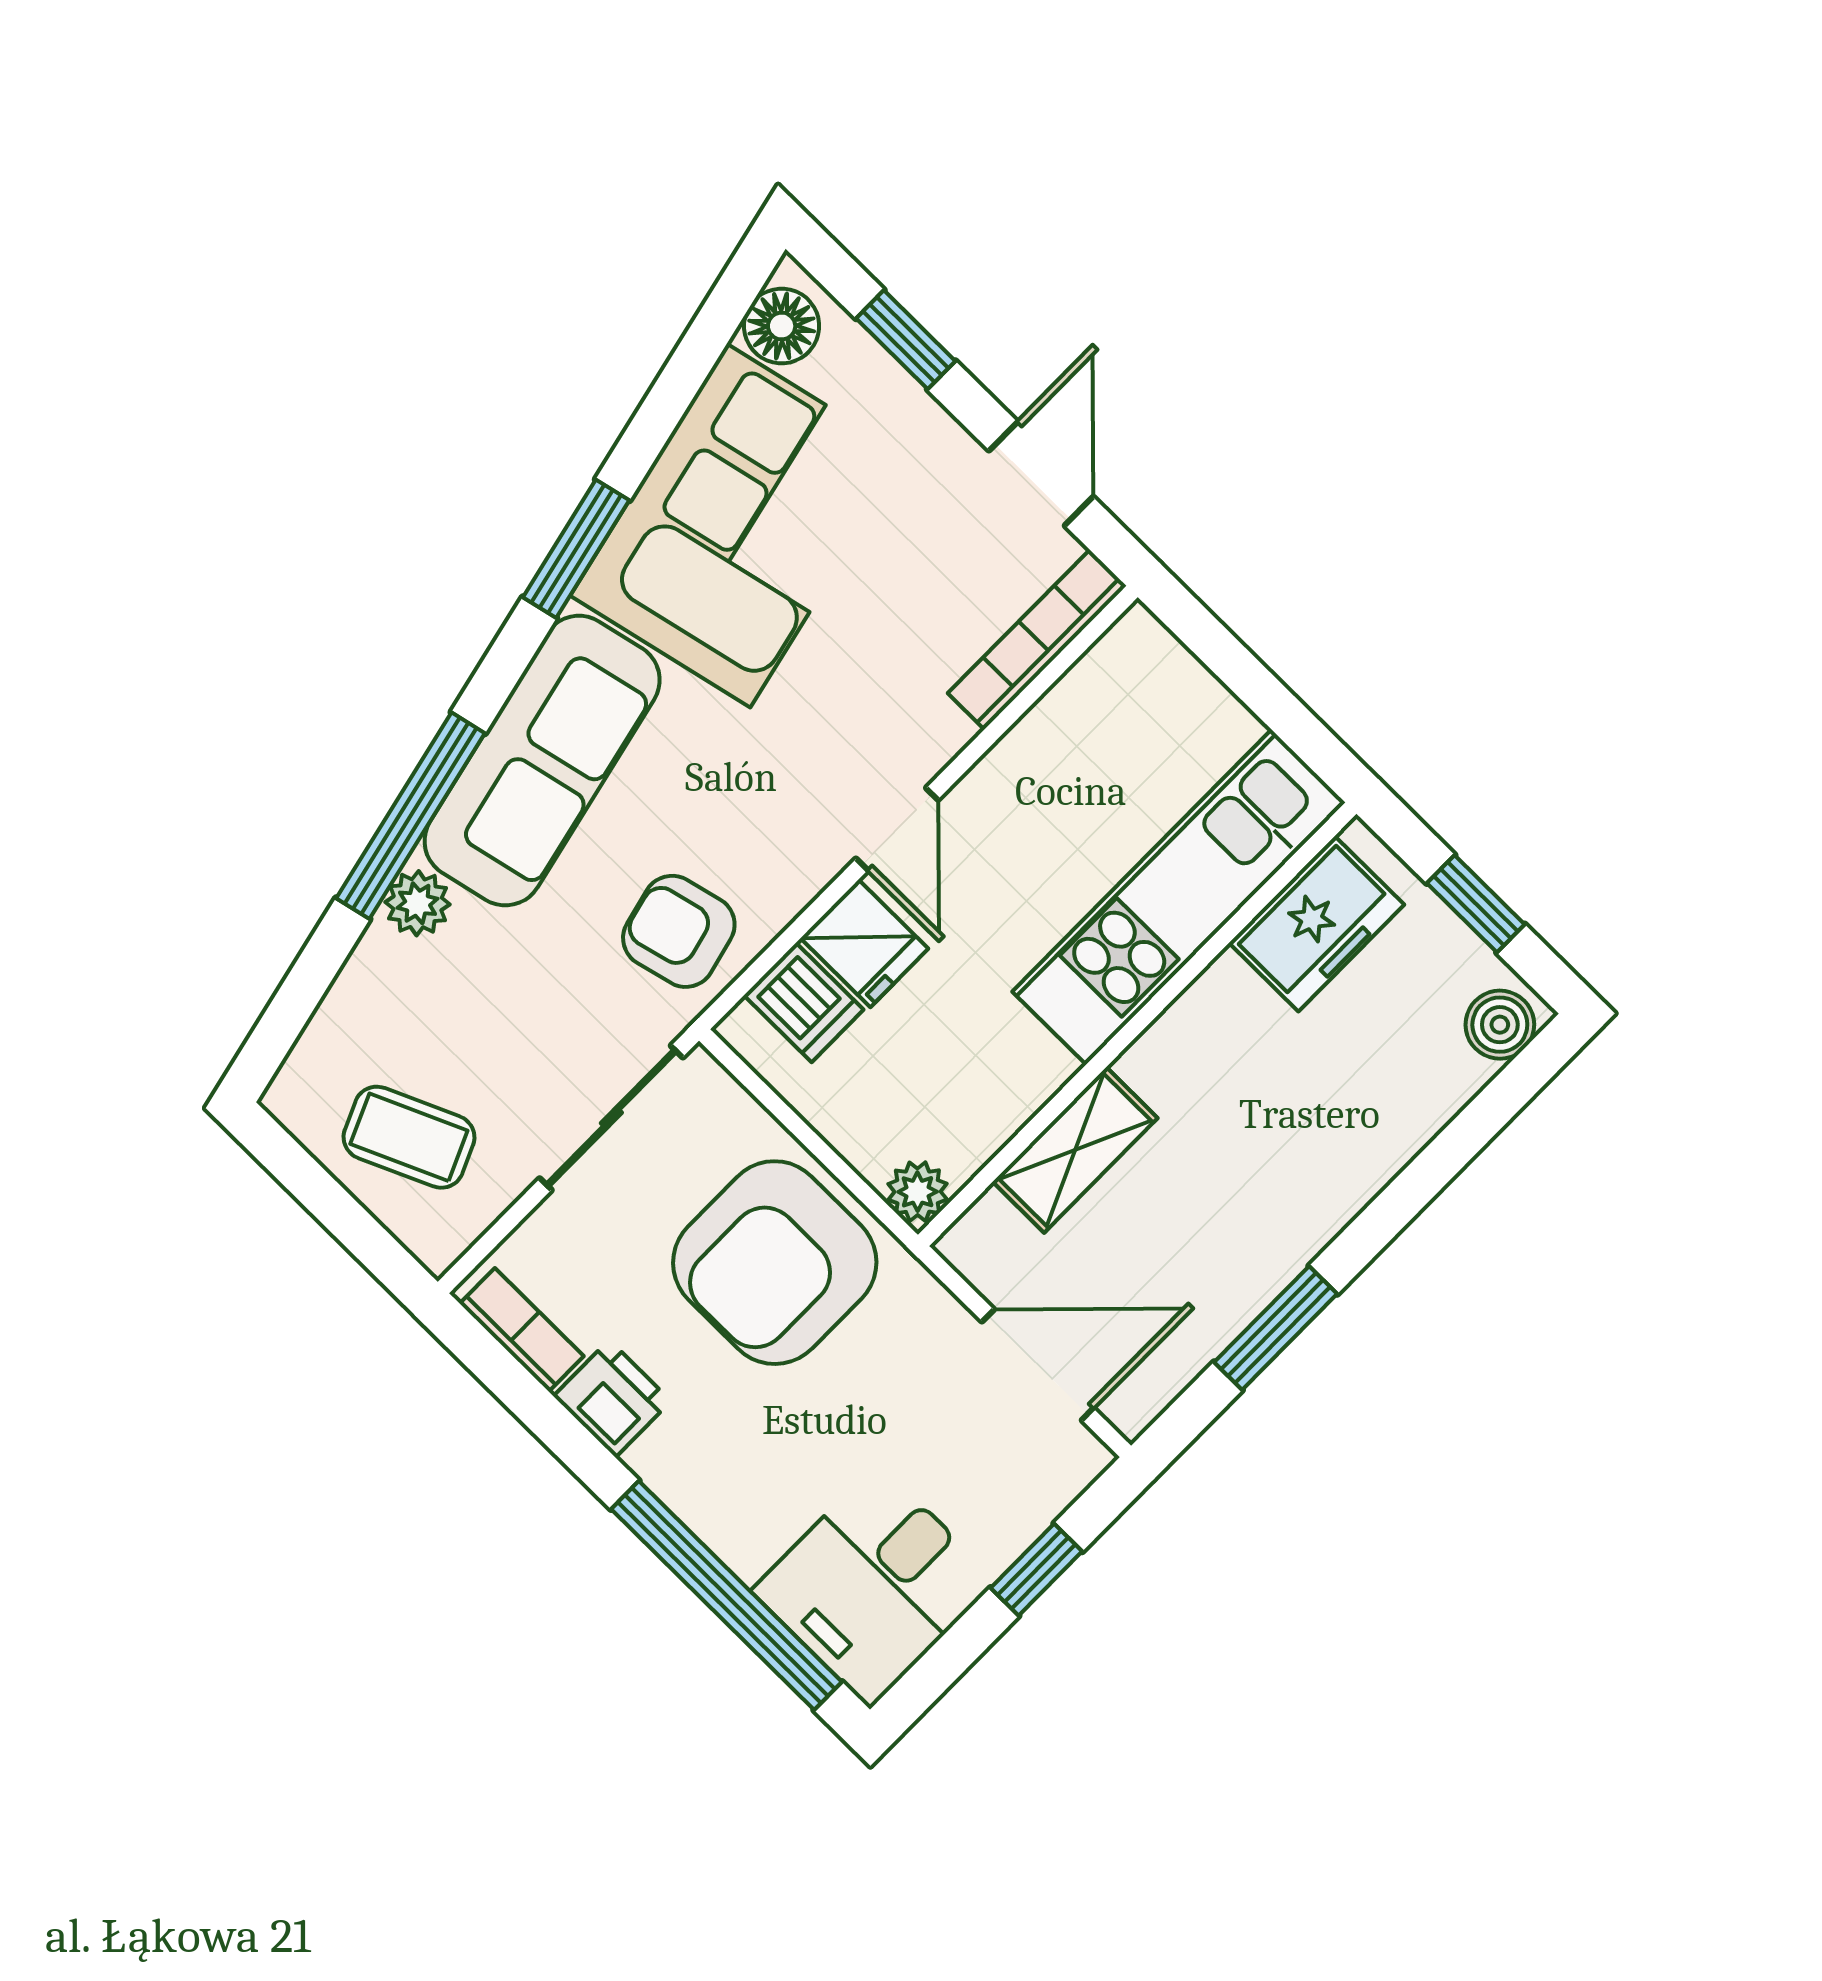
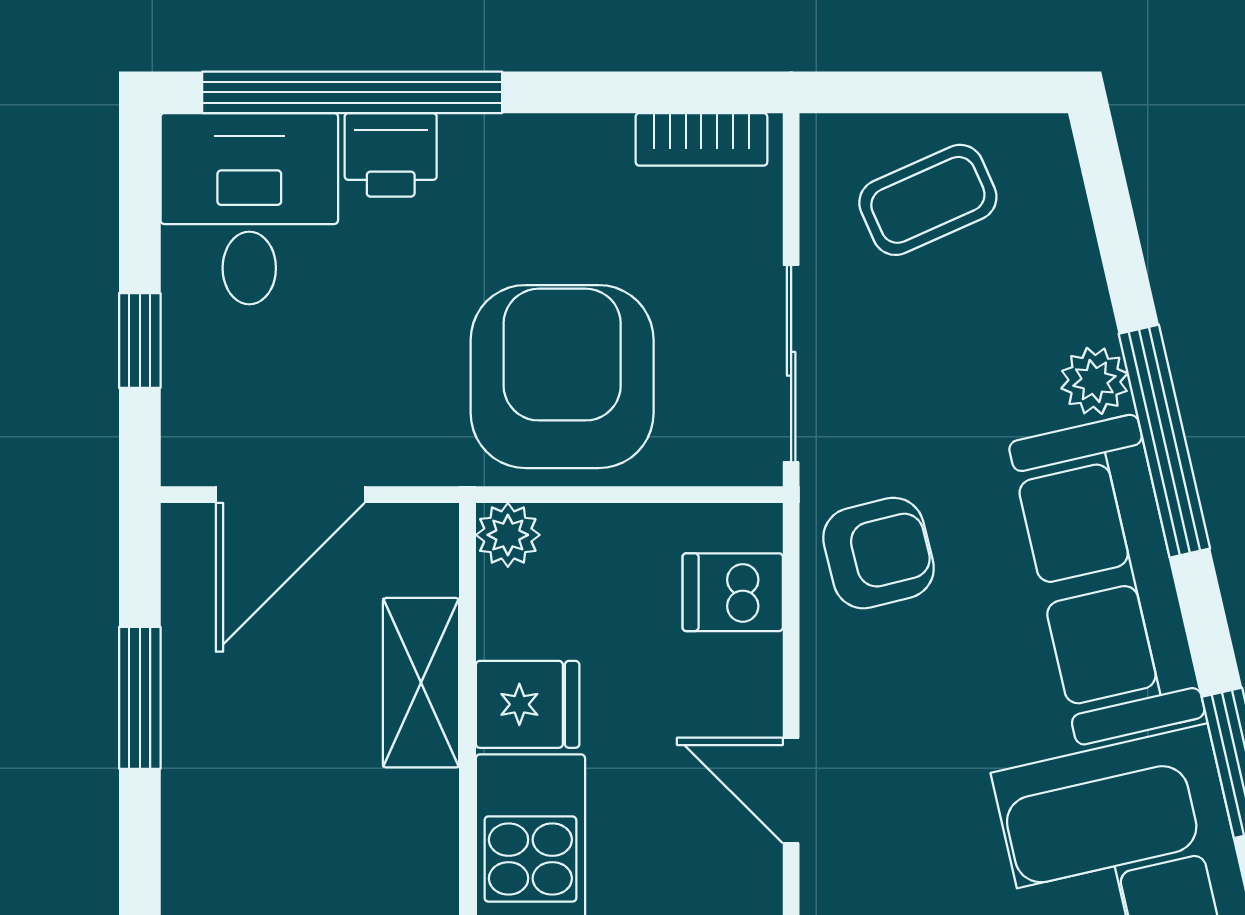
fridge: (864, 943) -> (528, 704), moved, turned 180
printer: (612, 1399) -> (391, 155), moved

